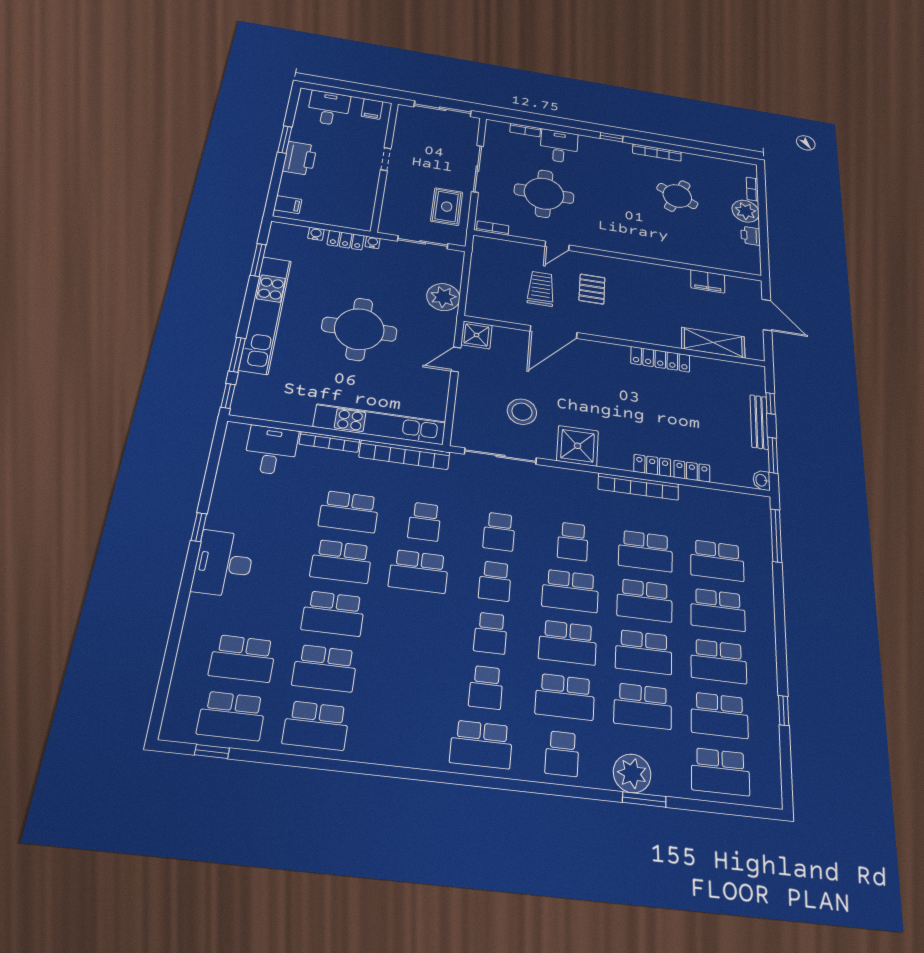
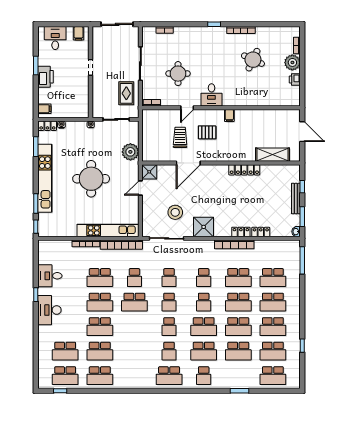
desk: (559, 146) -> (211, 95), moved, turned 180
round table: (544, 194) -> (178, 74), width x0.73, depth x0.73
locker: (346, 240) -> (47, 126), moved
filing cabinet: (708, 281) -> (229, 115), moved, width x0.50
pallet: (592, 289) -> (207, 132), turned 90
desk: (271, 450) -> (50, 276), moved, turned -90
school desk: (570, 591) -> (204, 302), width x0.54
plant: (632, 773) -> (234, 381), removed

